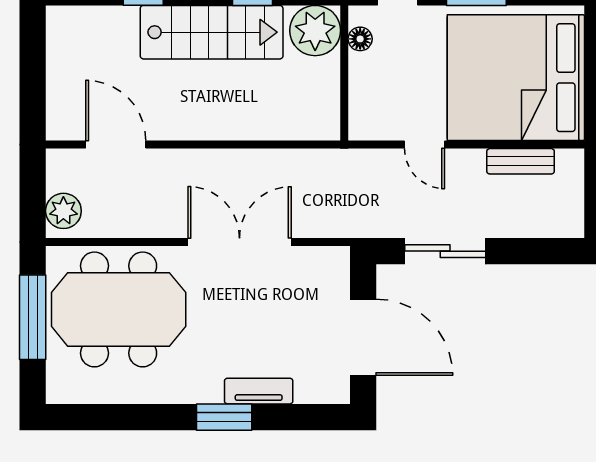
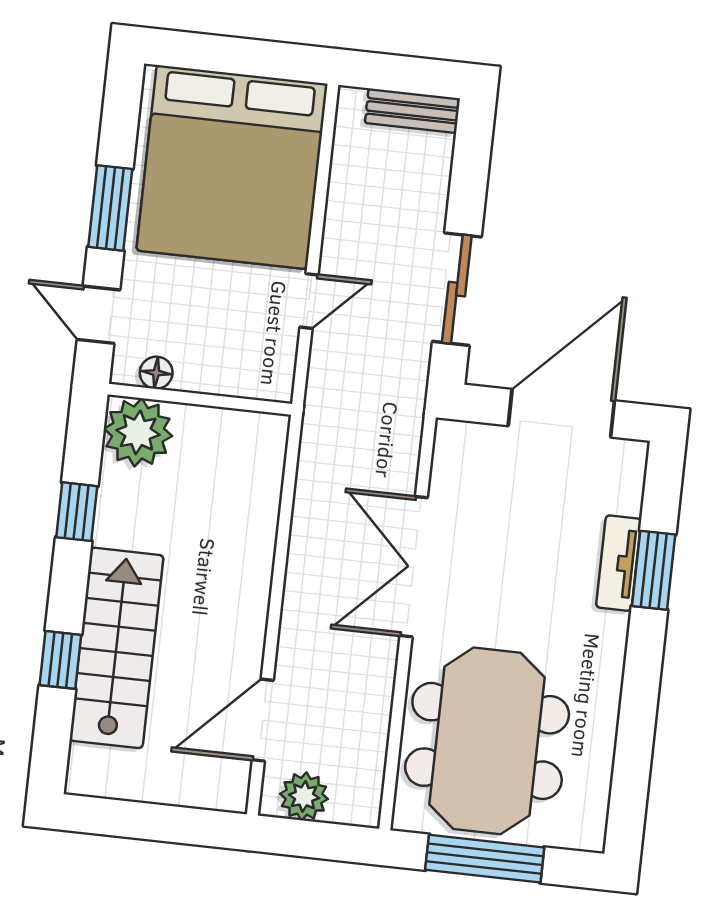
stairs: (212, 32) -> (116, 648), moved
bench: (521, 161) -> (412, 111), moved, turned 90
plant: (63, 211) -> (304, 796), moved
window: (224, 417) -> (654, 570), moved

